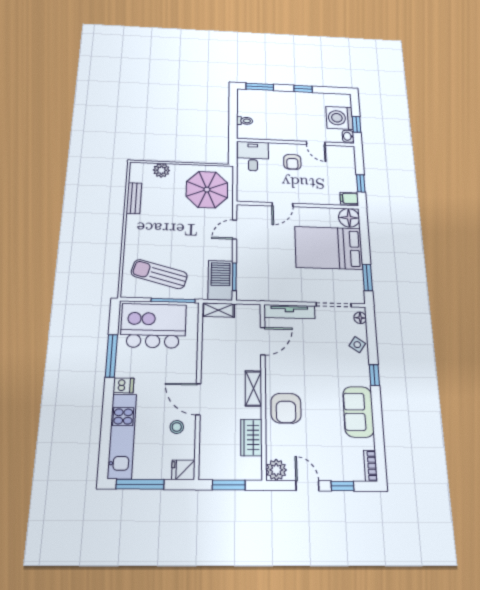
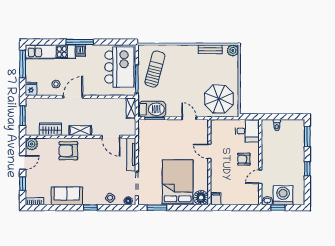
plant: (161, 170) -> (233, 50), moved
window: (361, 183) -> (229, 208), removed
window: (111, 356) -> (80, 42), moved

